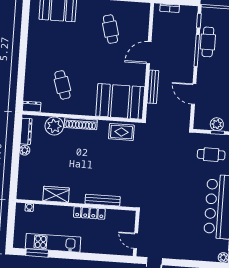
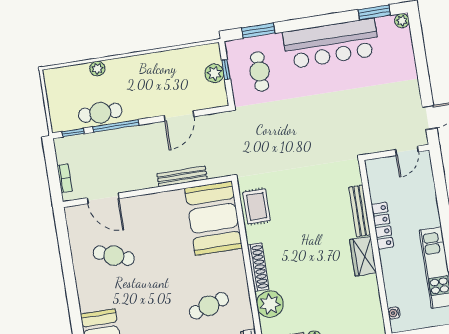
cafe table: (110, 29) -> (114, 256), turned 36
door: (149, 53) -> (103, 198), moved
wardrobe: (56, 194) -> (363, 256), moved

